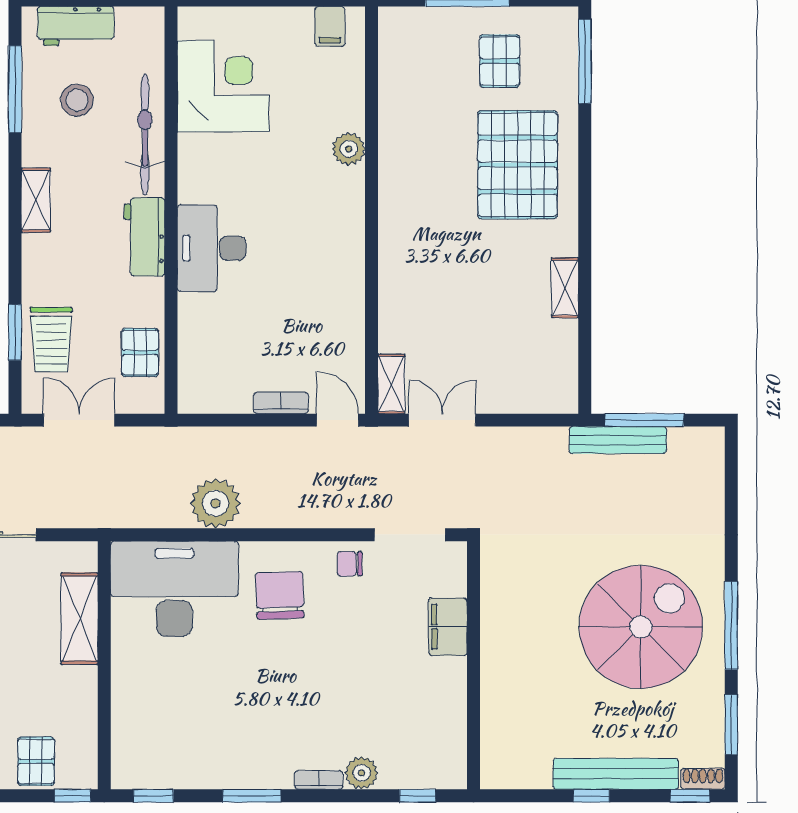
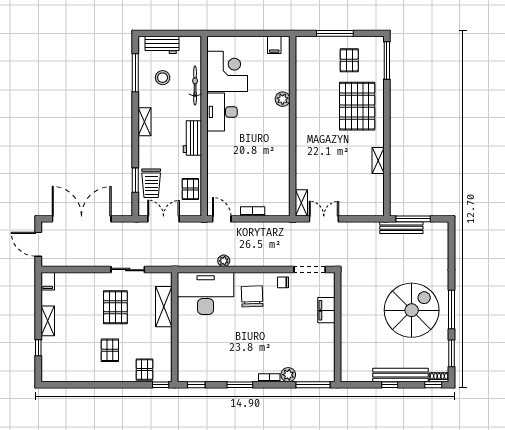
bicycle: (145, 134) -> (195, 86), width x0.73, depth x0.71
desk: (212, 248) -> (222, 112), moved
door: (338, 420) -> (222, 219), moved
plant: (215, 503) -> (224, 261), width x0.53, depth x0.53
window: (418, 796) -> (313, 385), width x2.17

